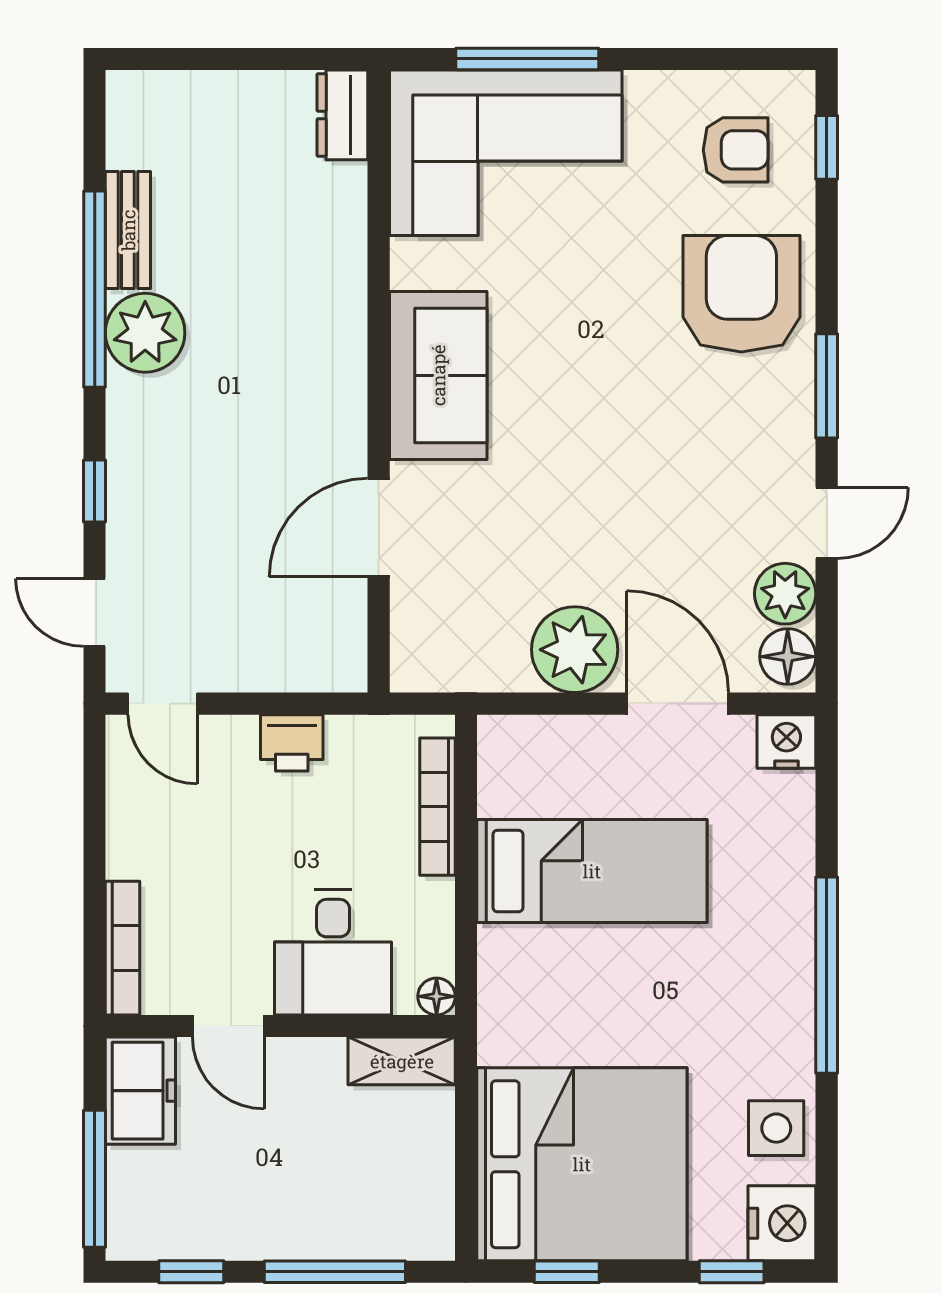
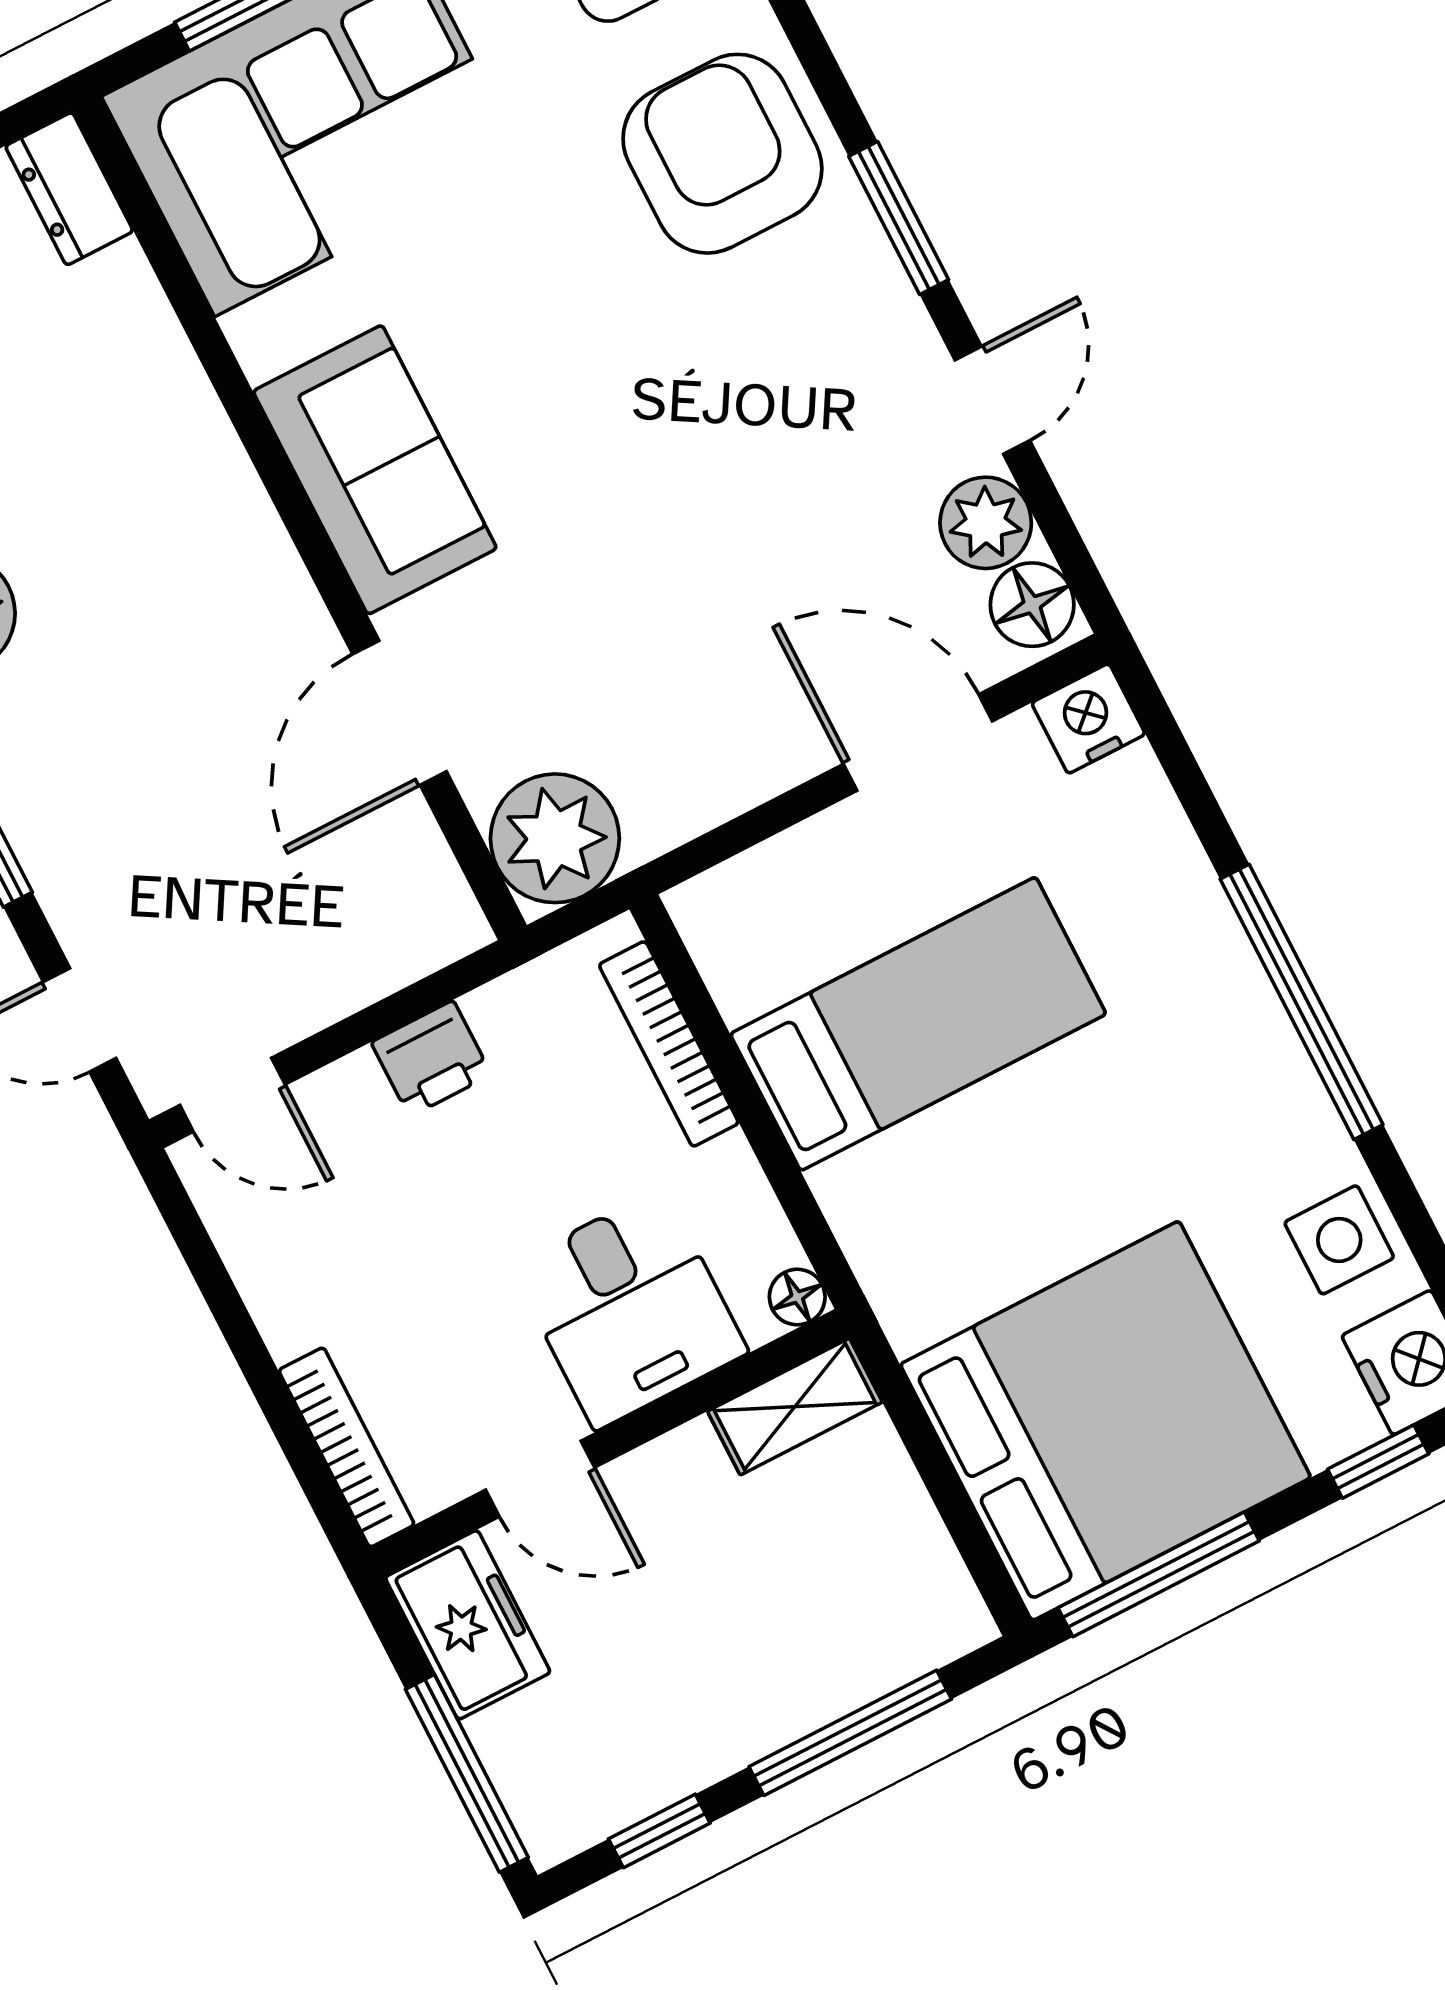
plant: (575, 650) -> (555, 838), moved
window: (567, 1272) -> (1159, 1574), width x2.17

